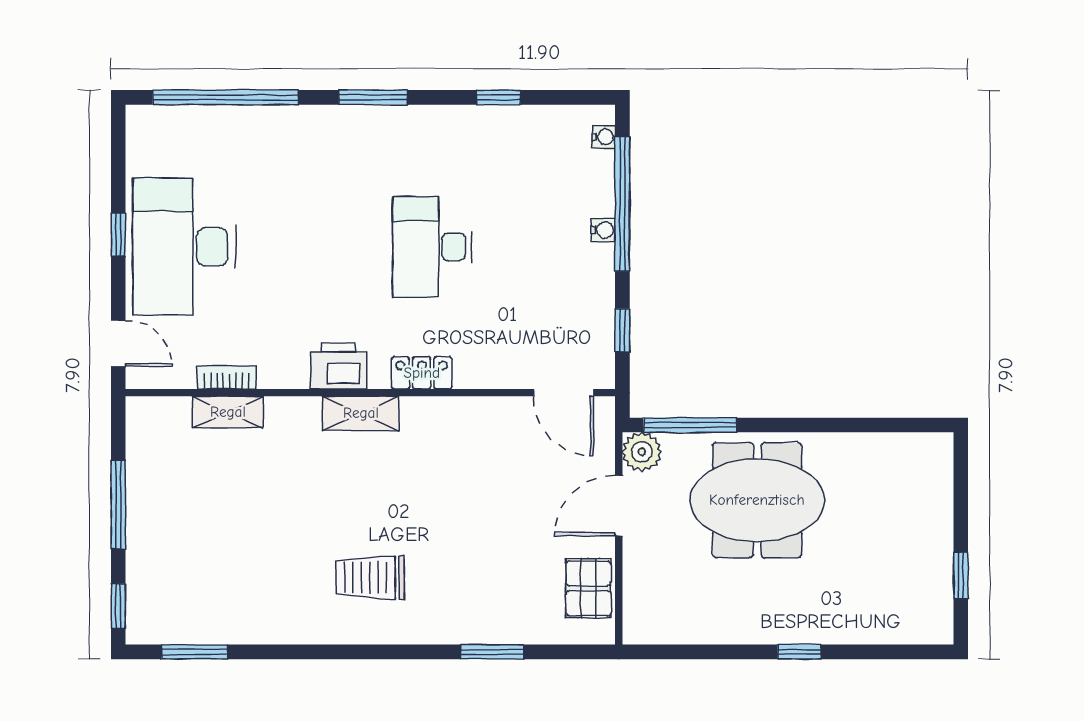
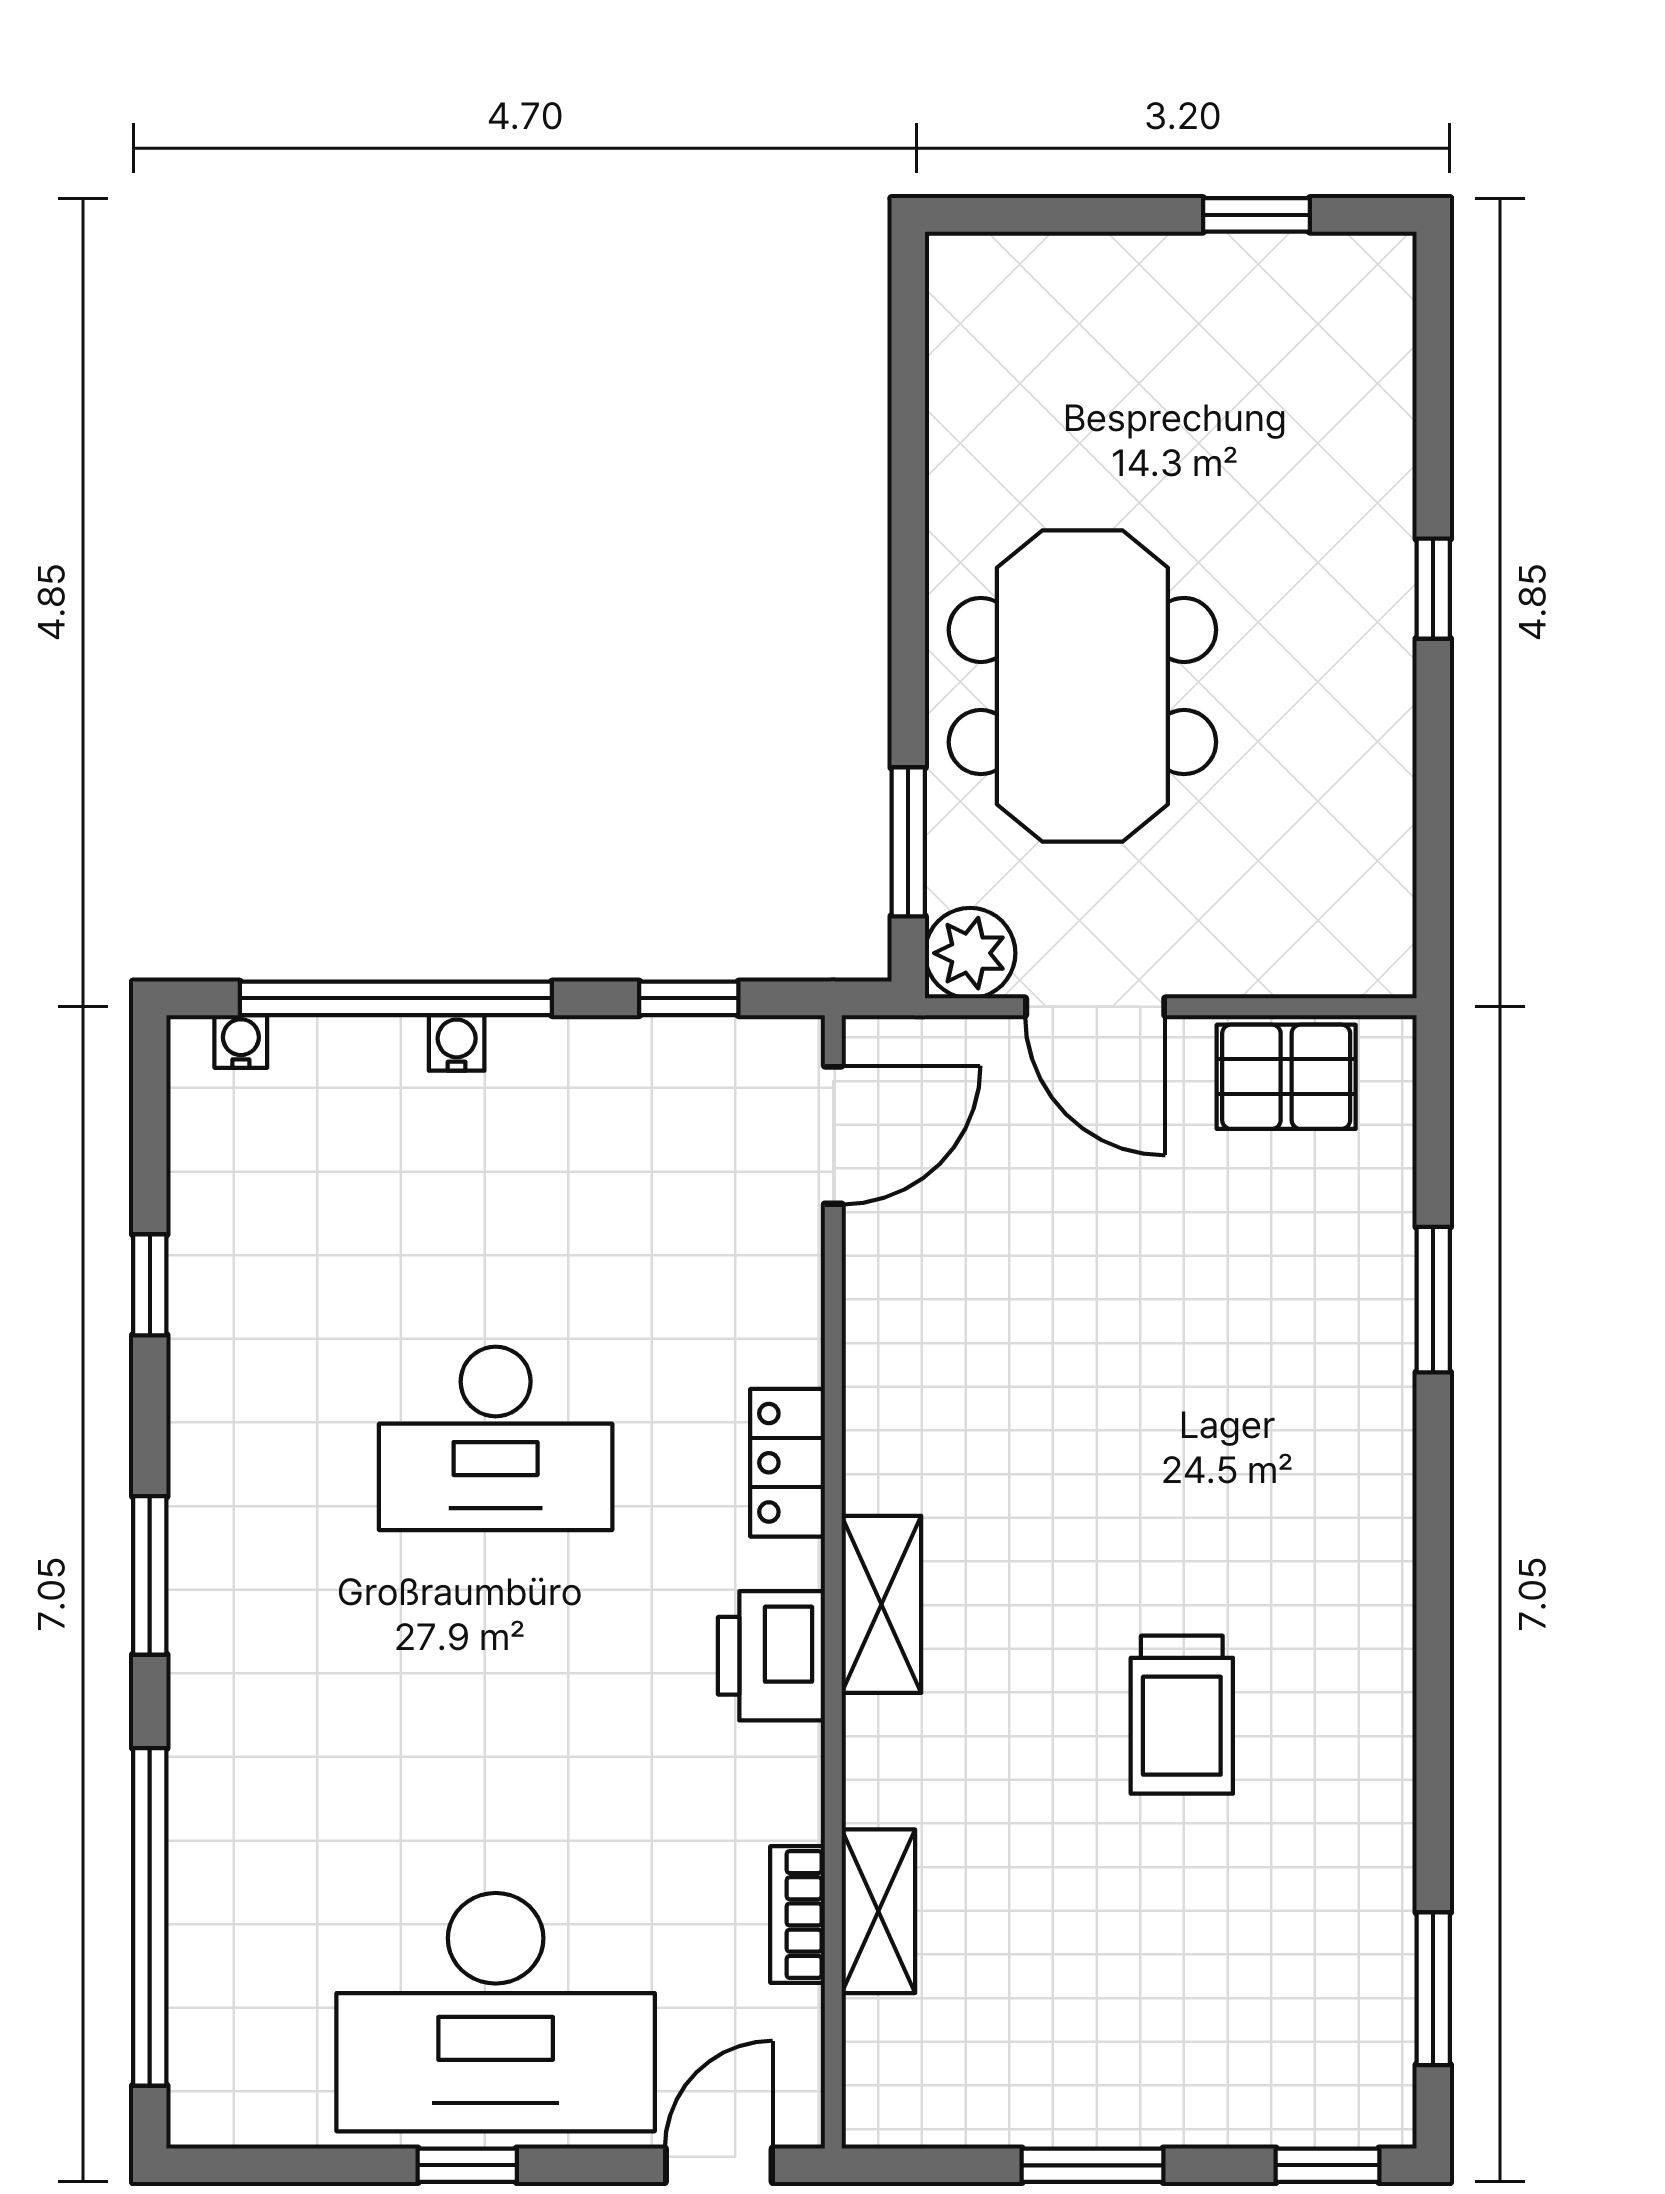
window: (690, 425) -> (908, 842), width x0.69
window: (118, 505) -> (1093, 2165), width x0.69
trolley: (370, 578) -> (1182, 1715), moved

